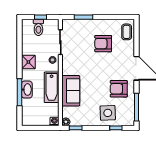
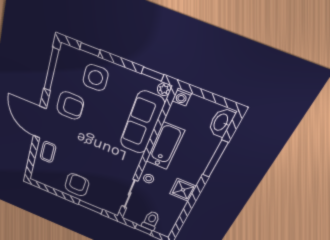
coffee table: (127, 32) -> (48, 152), moved
armchair: (103, 44) -> (77, 185), moved, turned -90
washbasin: (27, 90) -> (221, 122), moved
sofa: (71, 91) -> (142, 123), width x1.36

